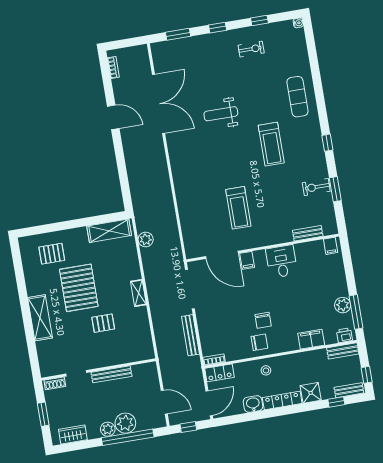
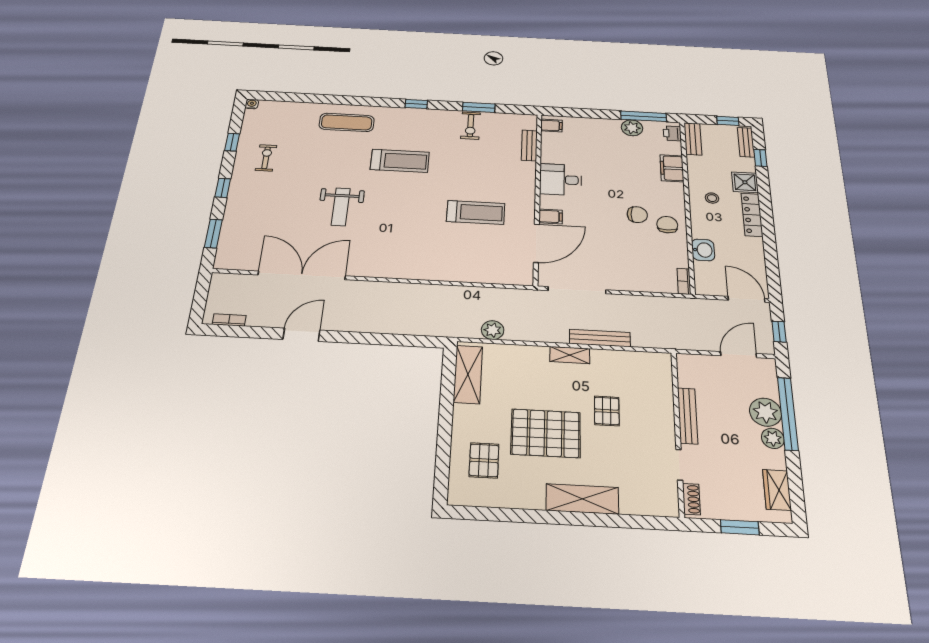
bench: (191, 335) -> (600, 338), moved
stool: (266, 370) -> (712, 198), moved
locker: (219, 373) -> (704, 279), removed
washbasin: (253, 404) -> (703, 250), moved, turned 180

